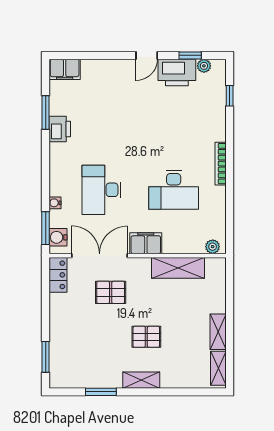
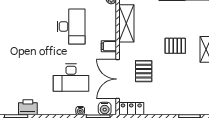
filing cabinet: (146, 243) -> (109, 46), width x0.50
pallet: (146, 337) -> (175, 46), turned 90

